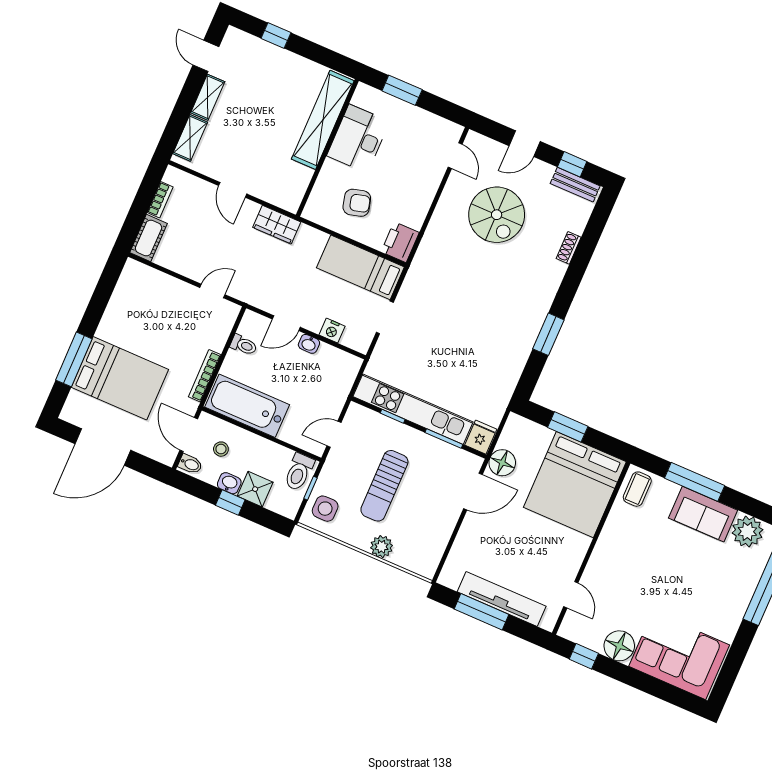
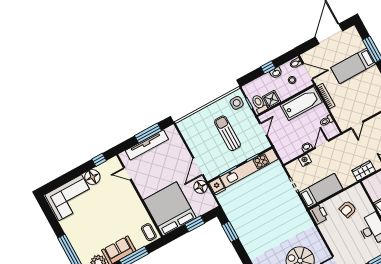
window: (548, 334) -> (230, 232), moved
bed: (120, 378) -> (353, 66), width x0.67
shower: (255, 489) -> (272, 99), moved
plant: (382, 547) -> (204, 114), removed

